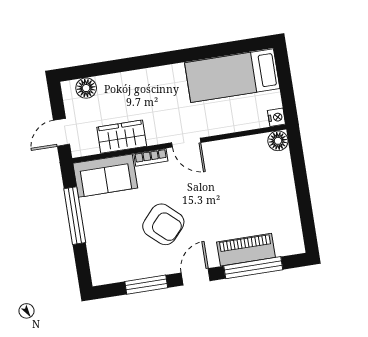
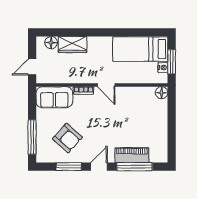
window: (286, 88) -> (172, 62), added
nightstand: (276, 117) -> (163, 67), moved
wardrobe: (122, 137) -> (72, 45), moved, turned 180
window: (75, 216) -> (32, 137), moved
armchair: (163, 224) -> (67, 138), moved

